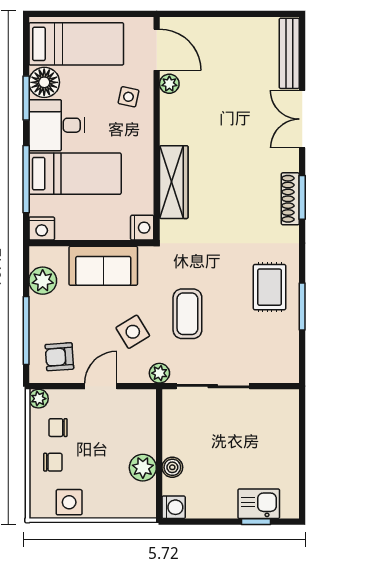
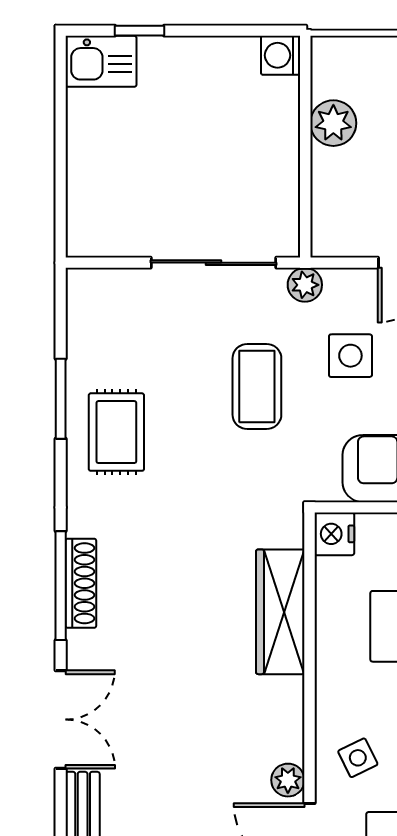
side table: (128, 97) -> (358, 758), turned -38
window: (302, 197) -> (61, 586), width x1.44
side table: (133, 332) -> (350, 356), turned 31
boiler: (172, 467) -> (283, 124), removed
kitchen sink: (259, 504) -> (101, 61), moved

